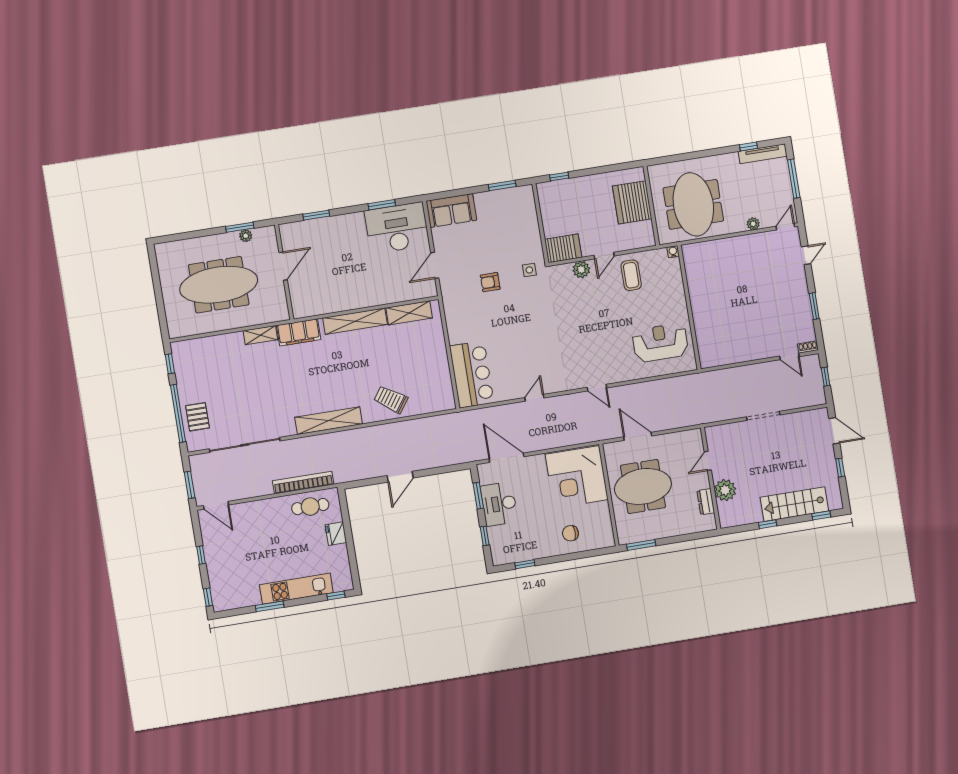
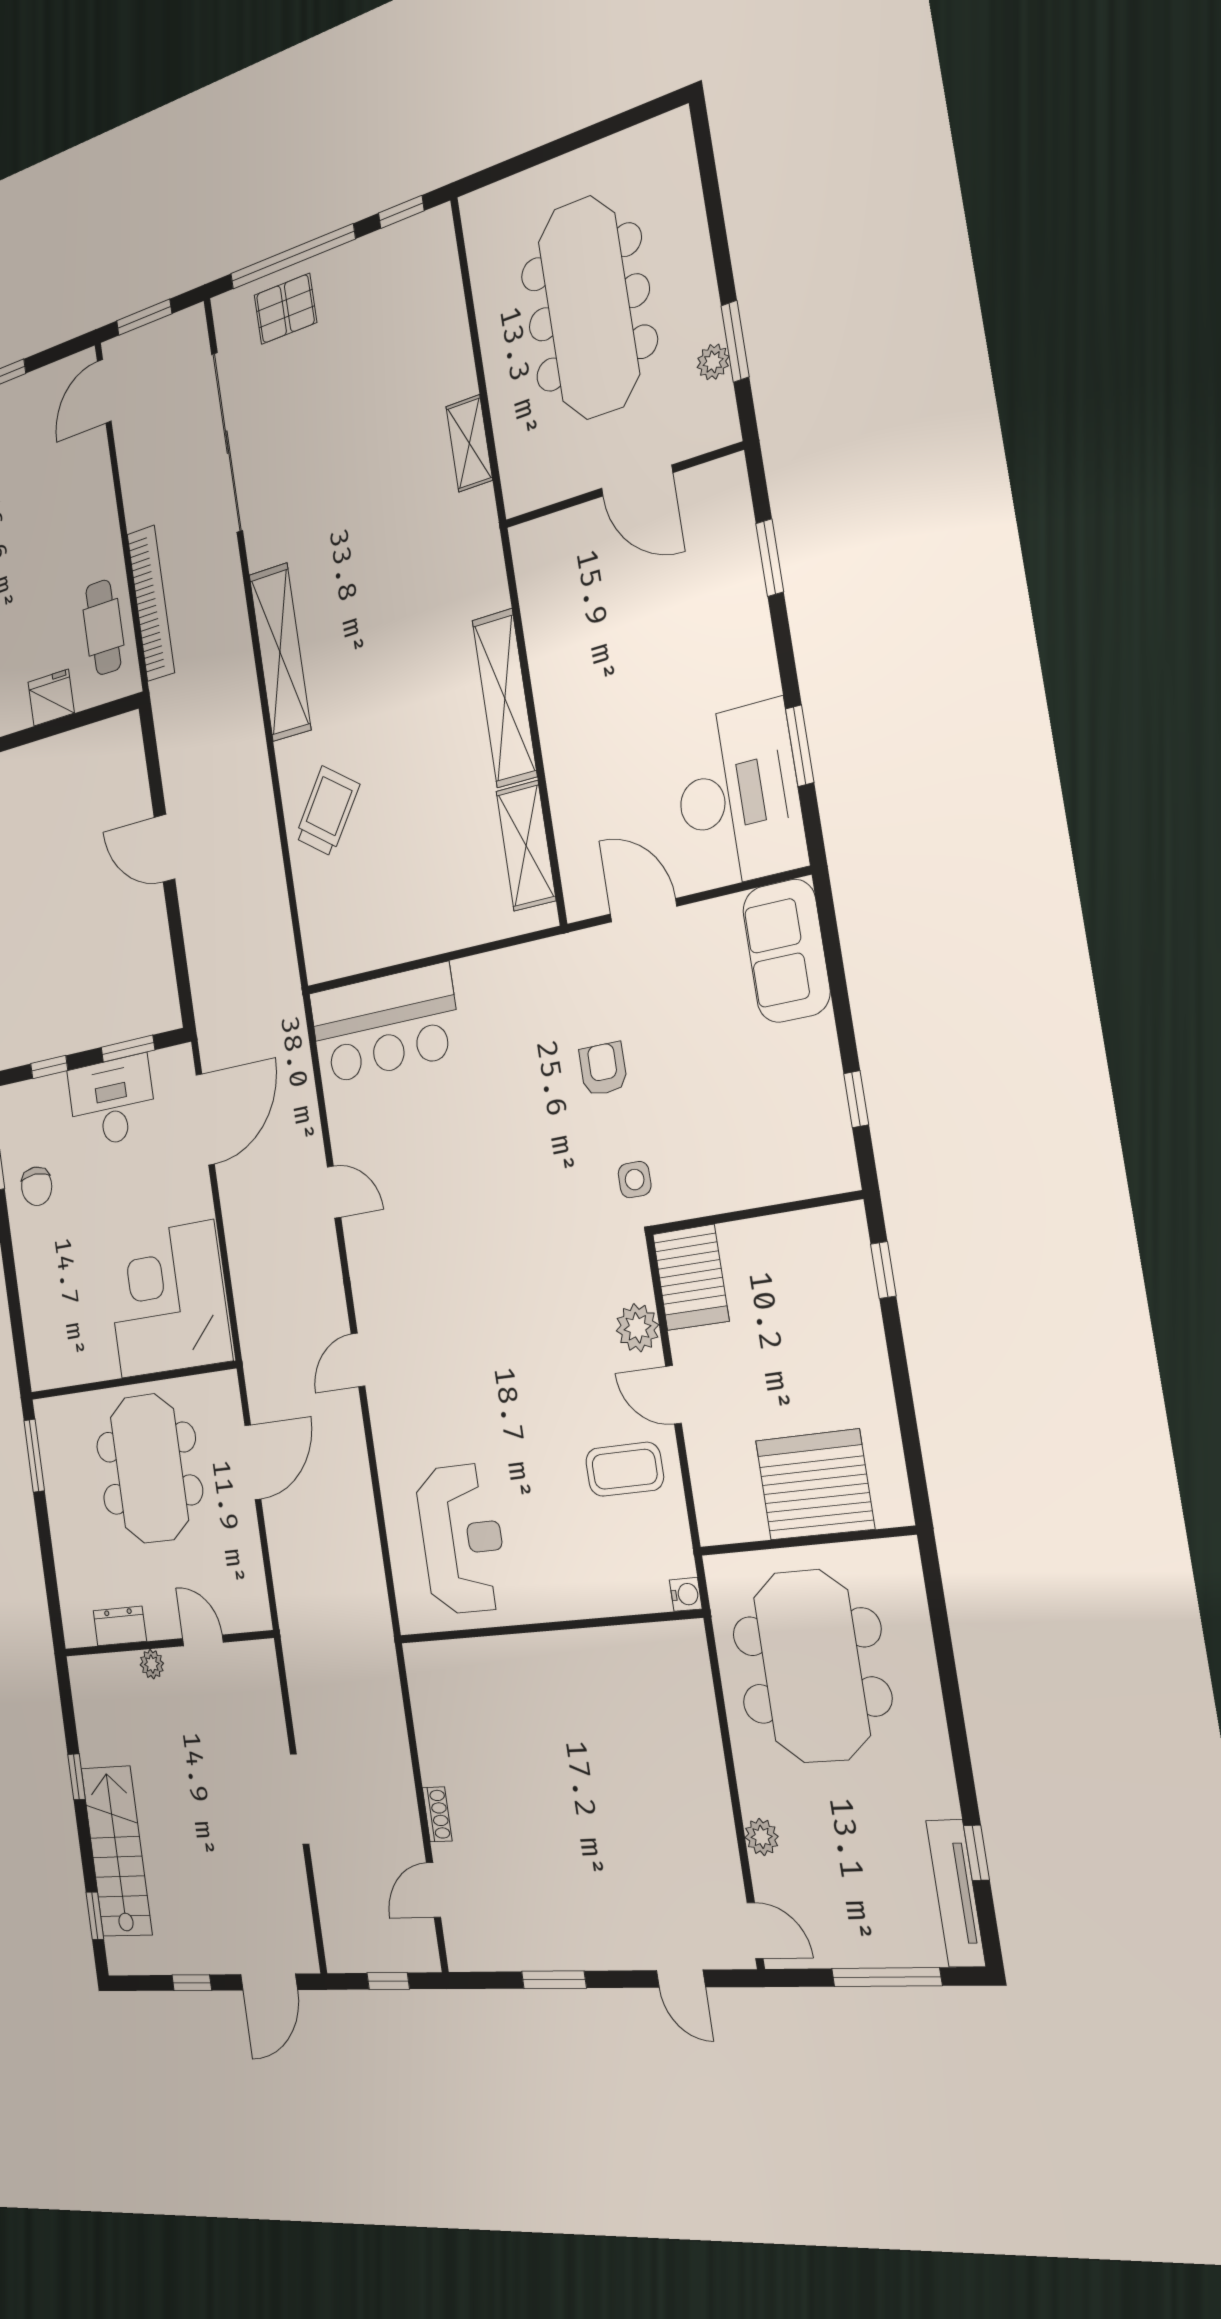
window: (502, 186) -> (856, 1099), width x0.67
meeting table: (693, 204) -> (812, 1666), turned 90
filing cabinet: (299, 332) -> (477, 547), removed
shoe rack: (808, 347) -> (437, 1814), moved
plant: (725, 490) -> (152, 1664), width x0.53, depth x0.53
chair: (570, 533) -> (37, 1186), moved, turned 180

